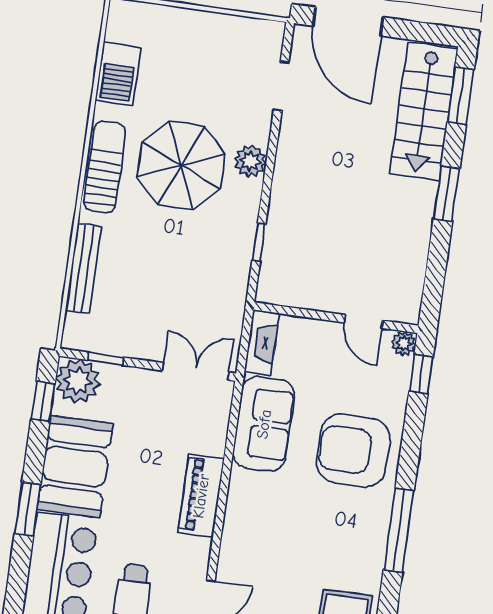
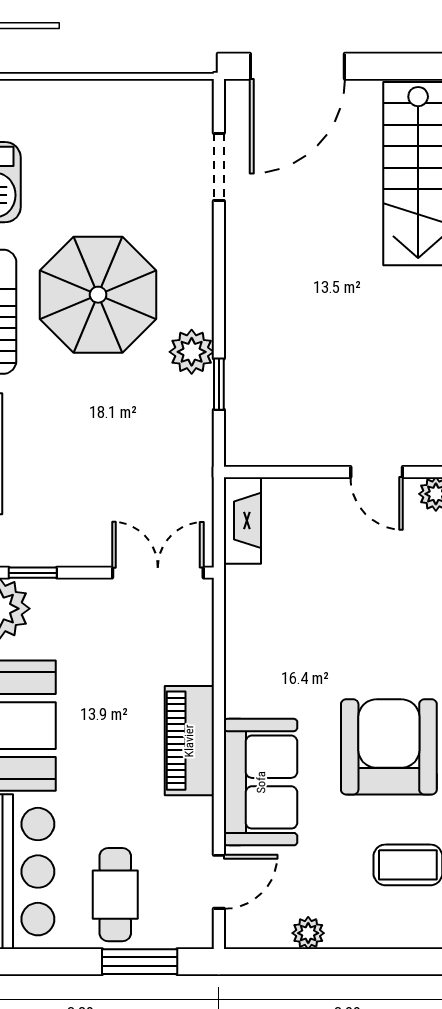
door: (348, 22) -> (297, 66), hinge flipped
plant: (250, 161) -> (192, 352), moved
sofa: (264, 424) -> (261, 782), moved
armchair: (353, 451) -> (389, 747), moved, turned 90

